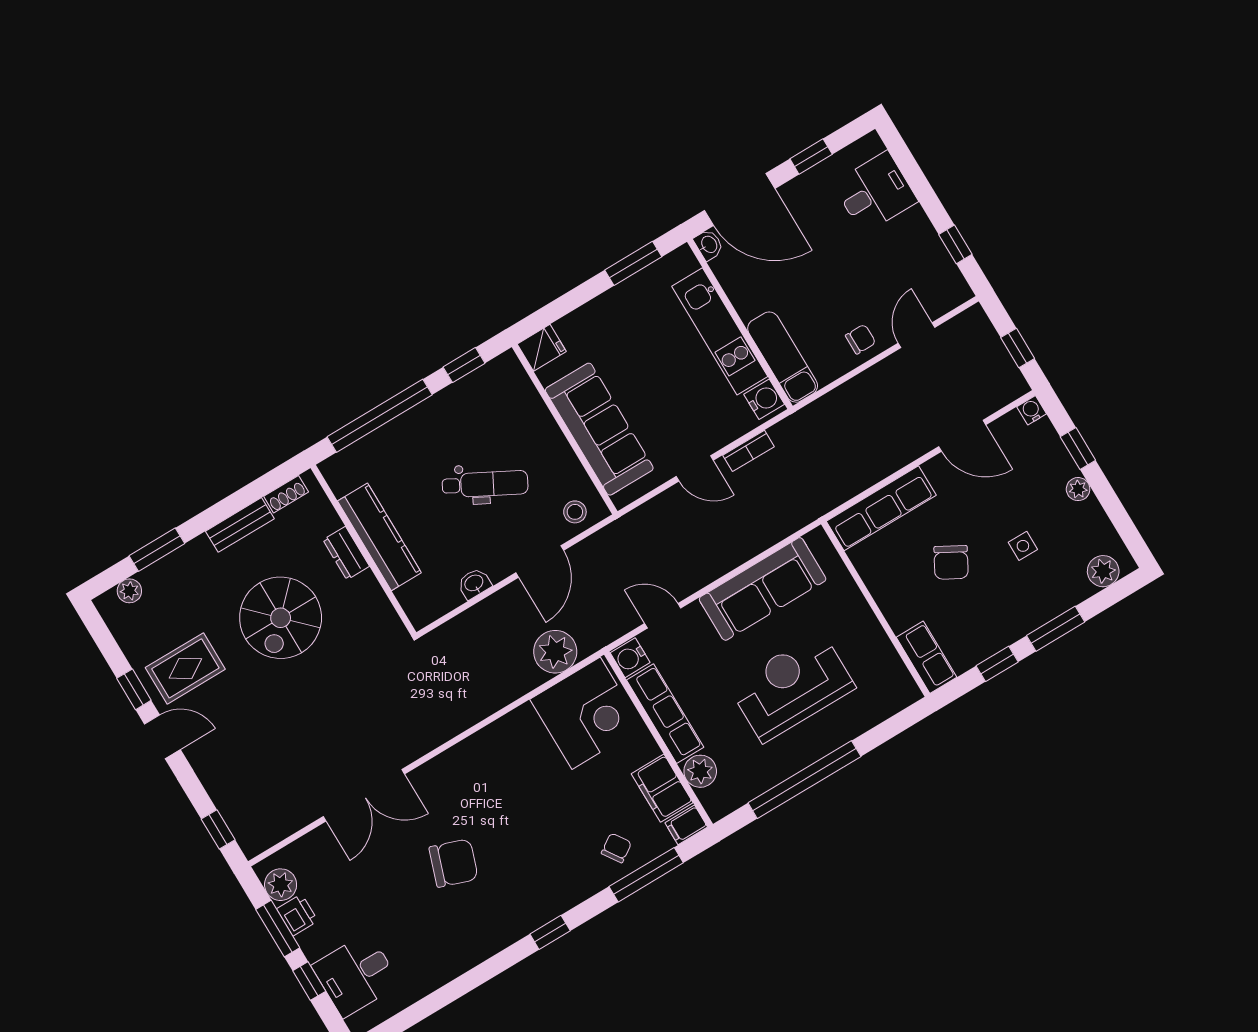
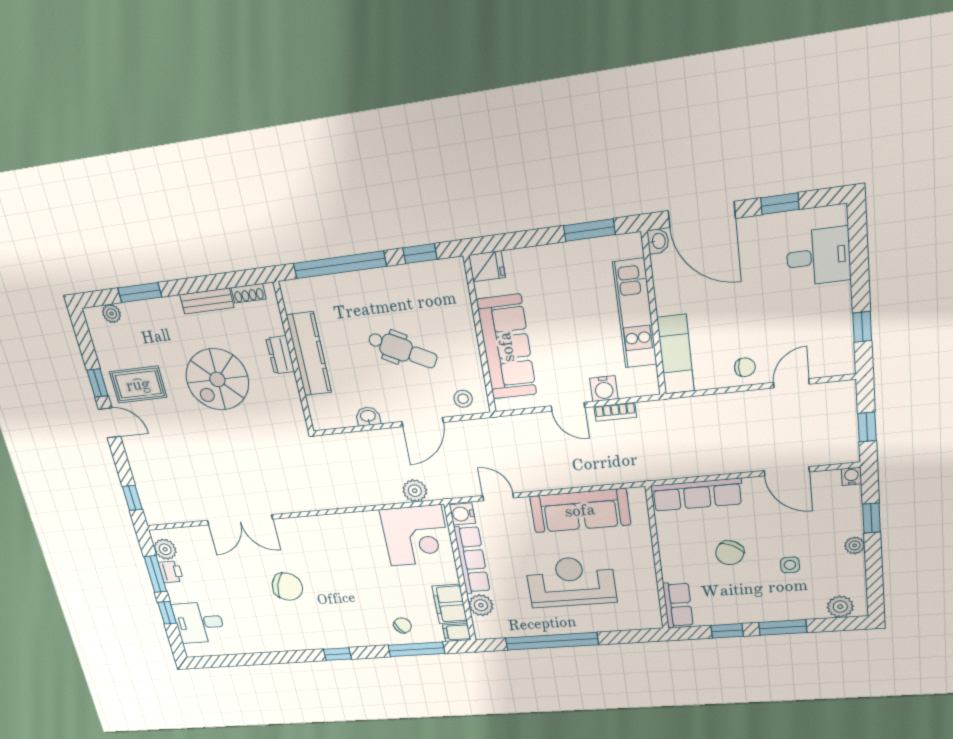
water cooler: (764, 399) -> (604, 389), moved, turned 90
plant: (555, 652) -> (415, 491), width x0.73, depth x0.73

